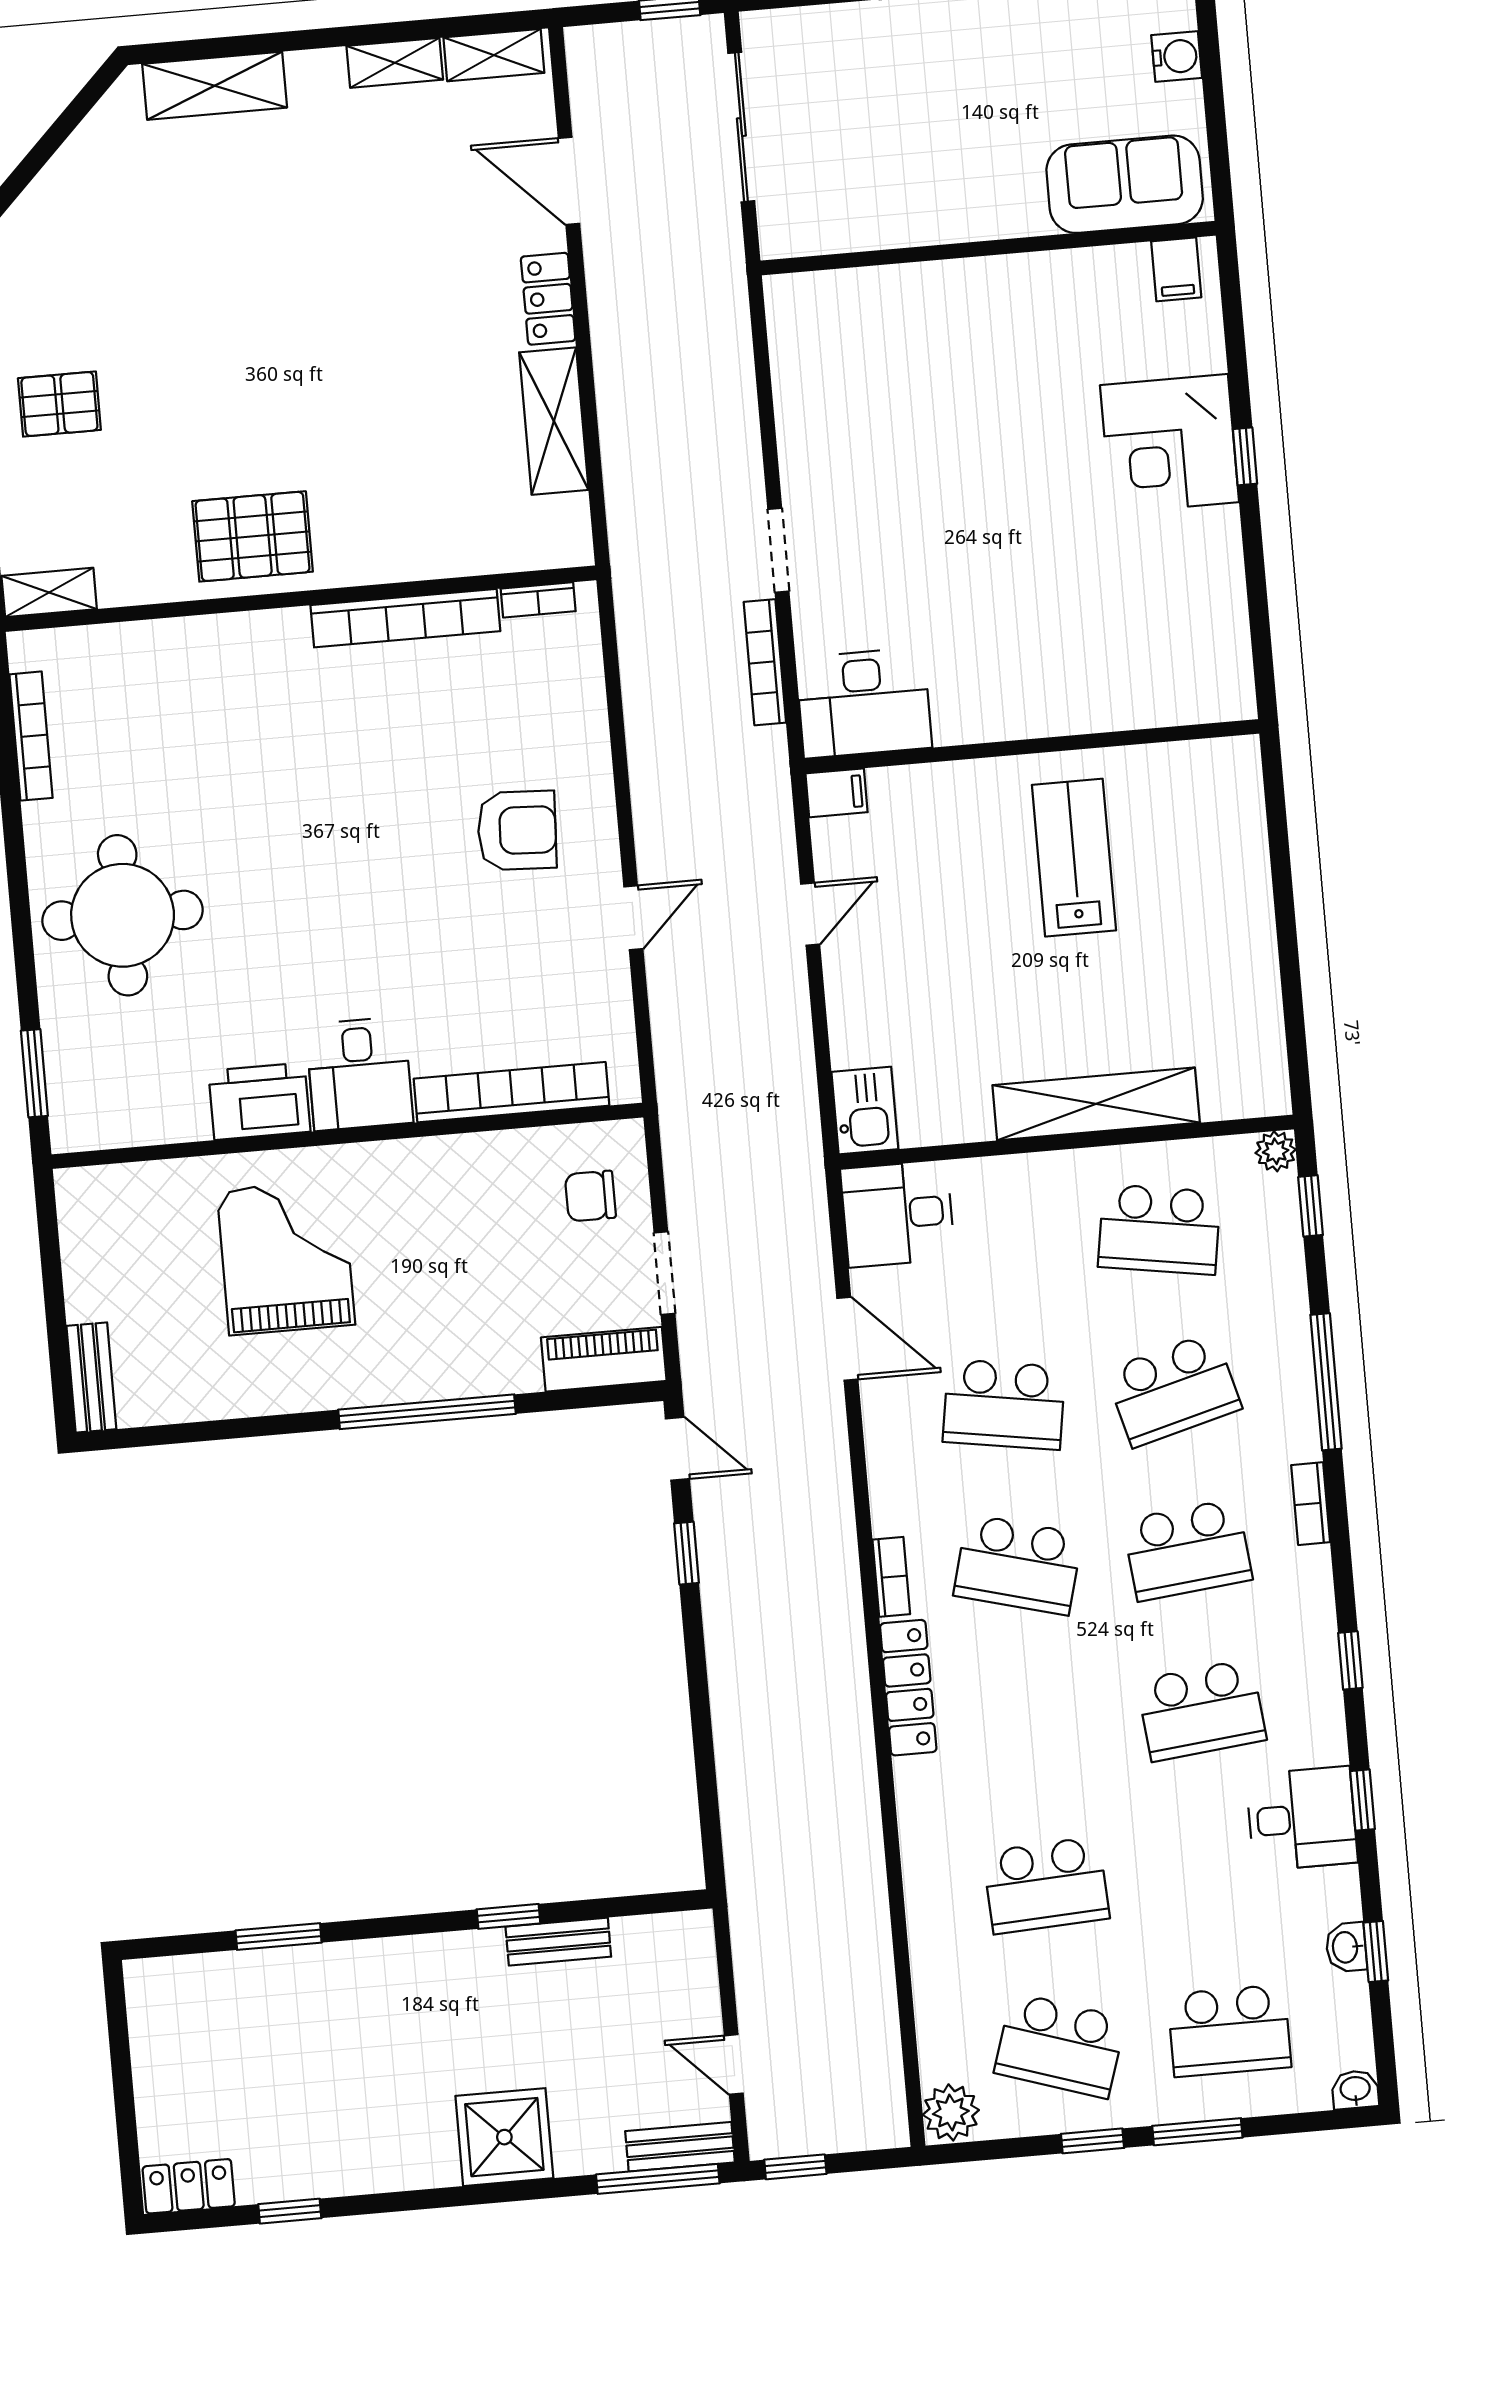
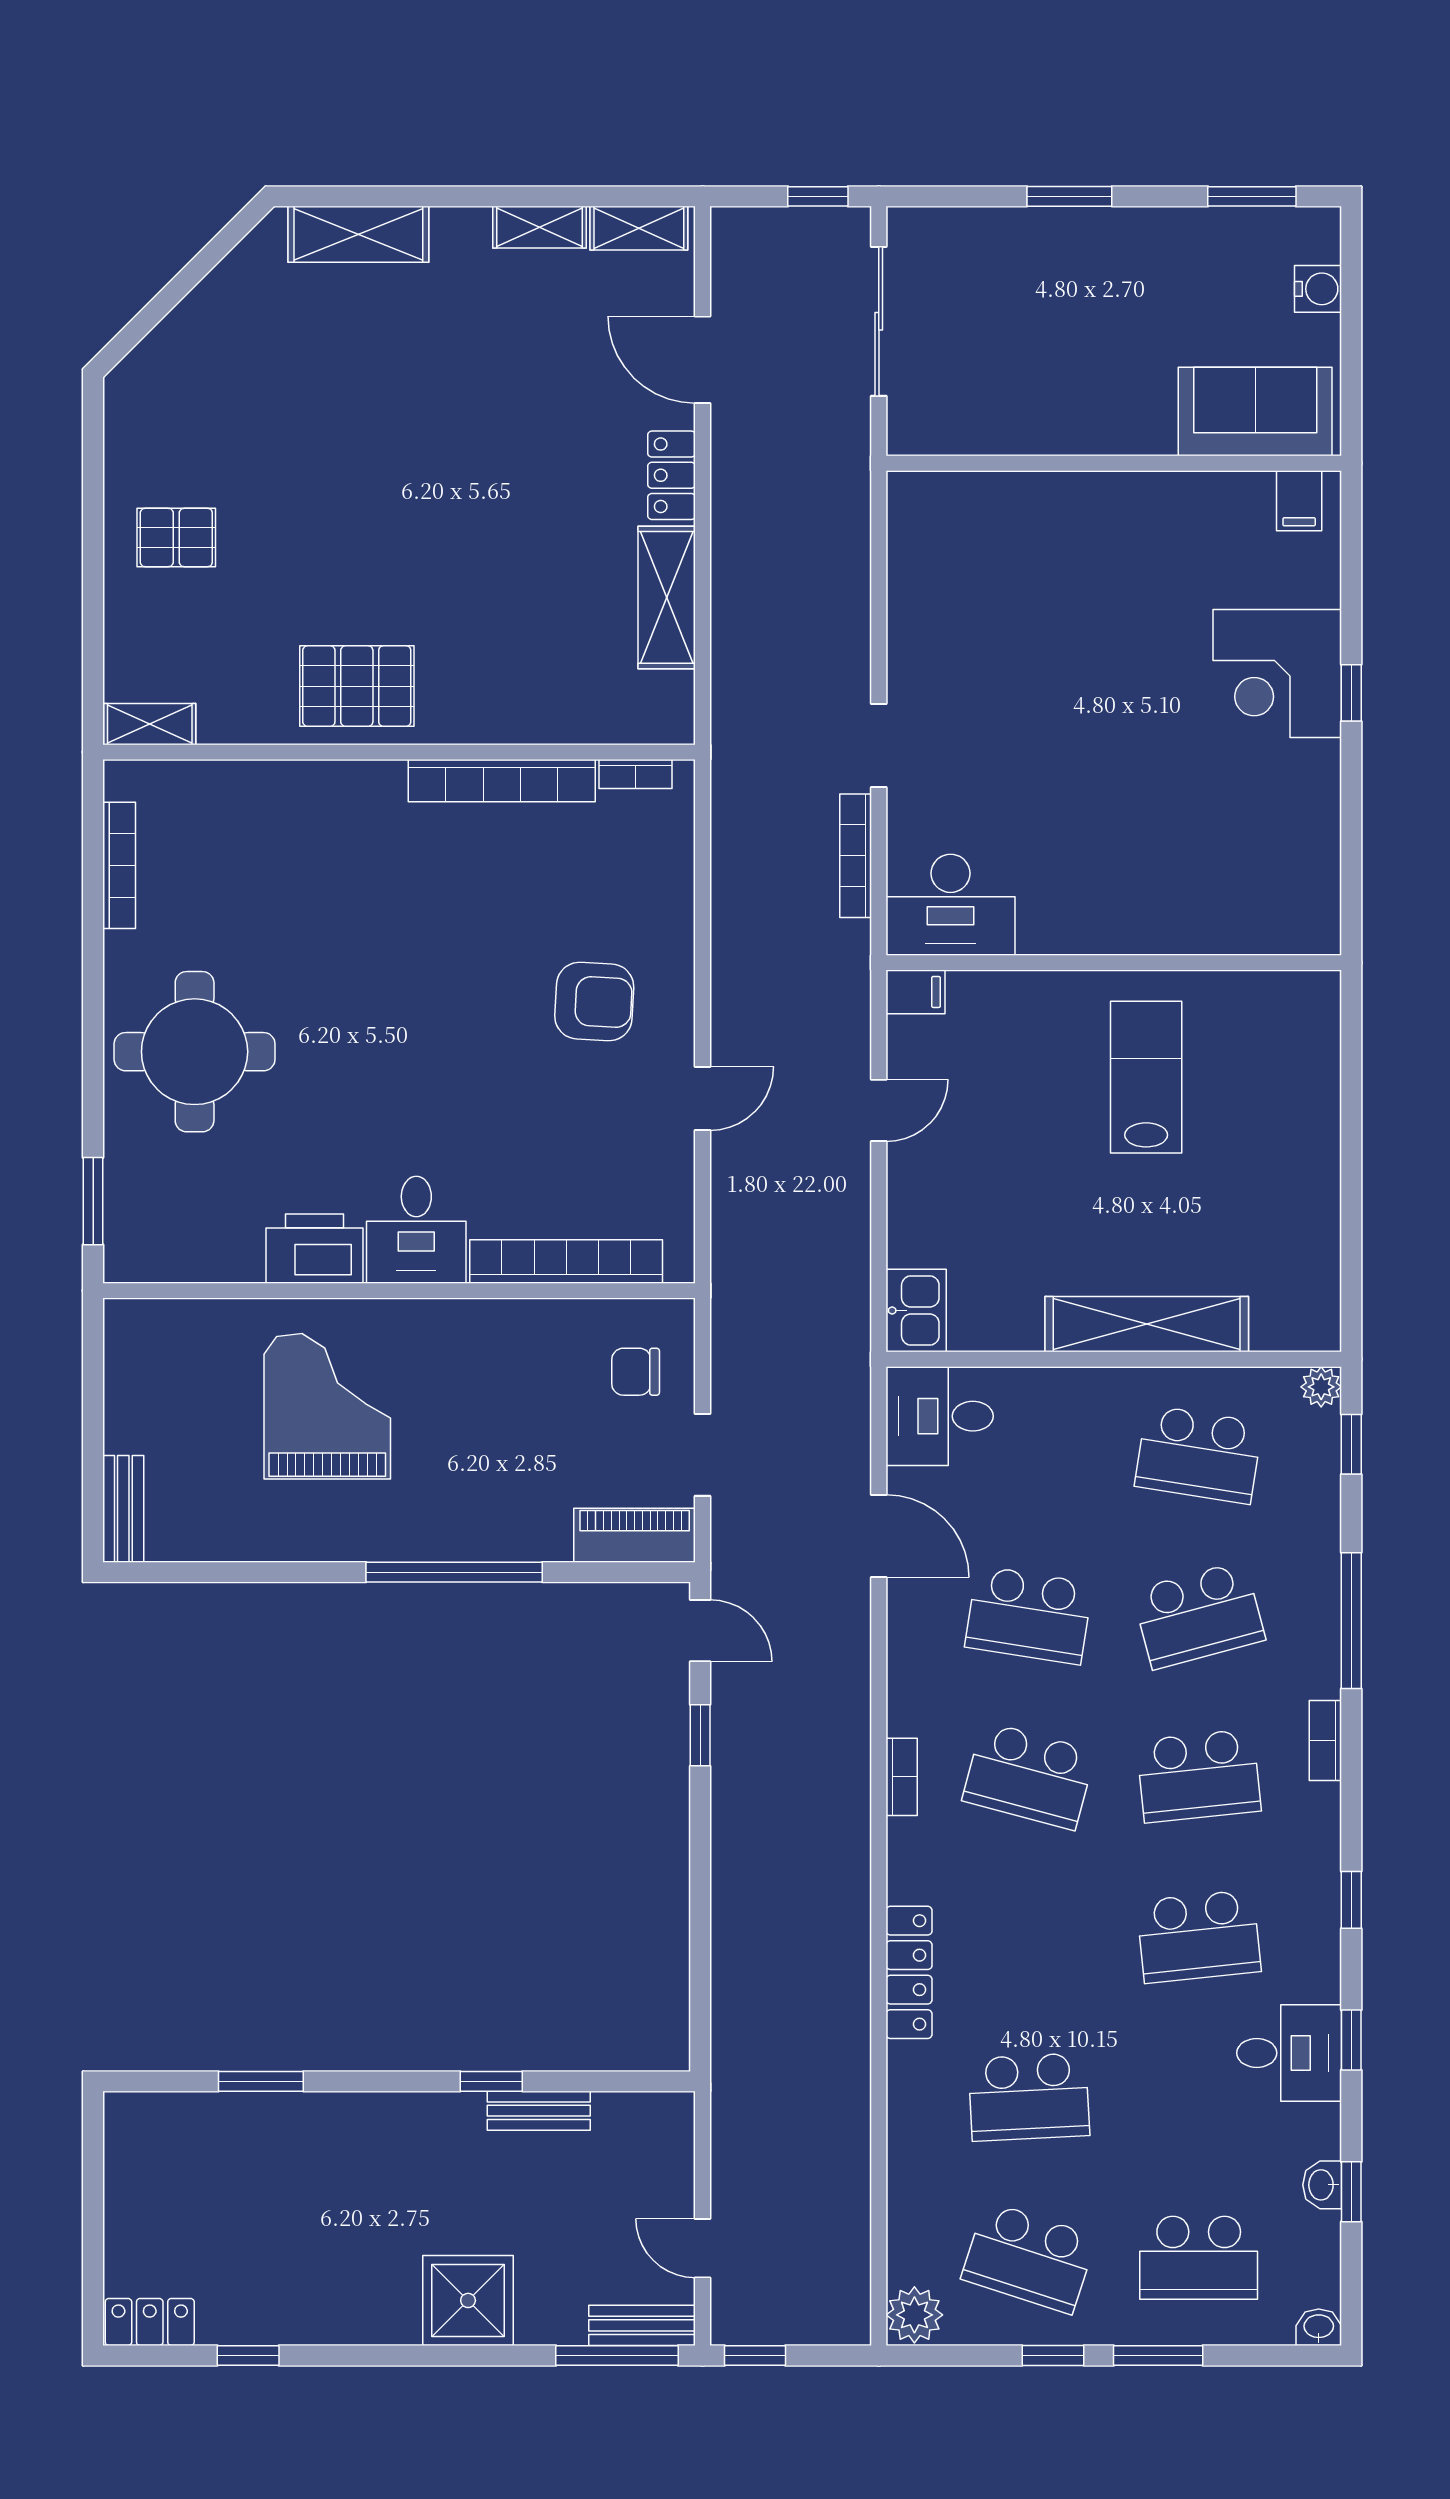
locker: (908, 1688) -> (909, 1972), moved

